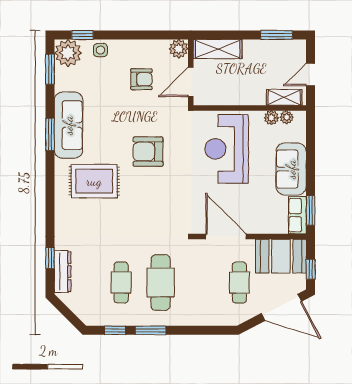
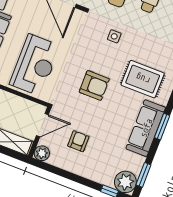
side table: (100, 50) -> (114, 36), moved
armchair: (141, 79) -> (78, 141), turned 90

